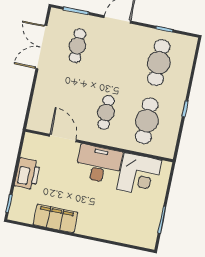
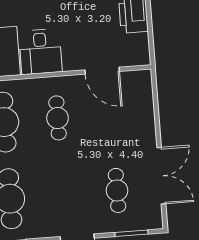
desk: (99, 164) -> (41, 52), width x0.73

